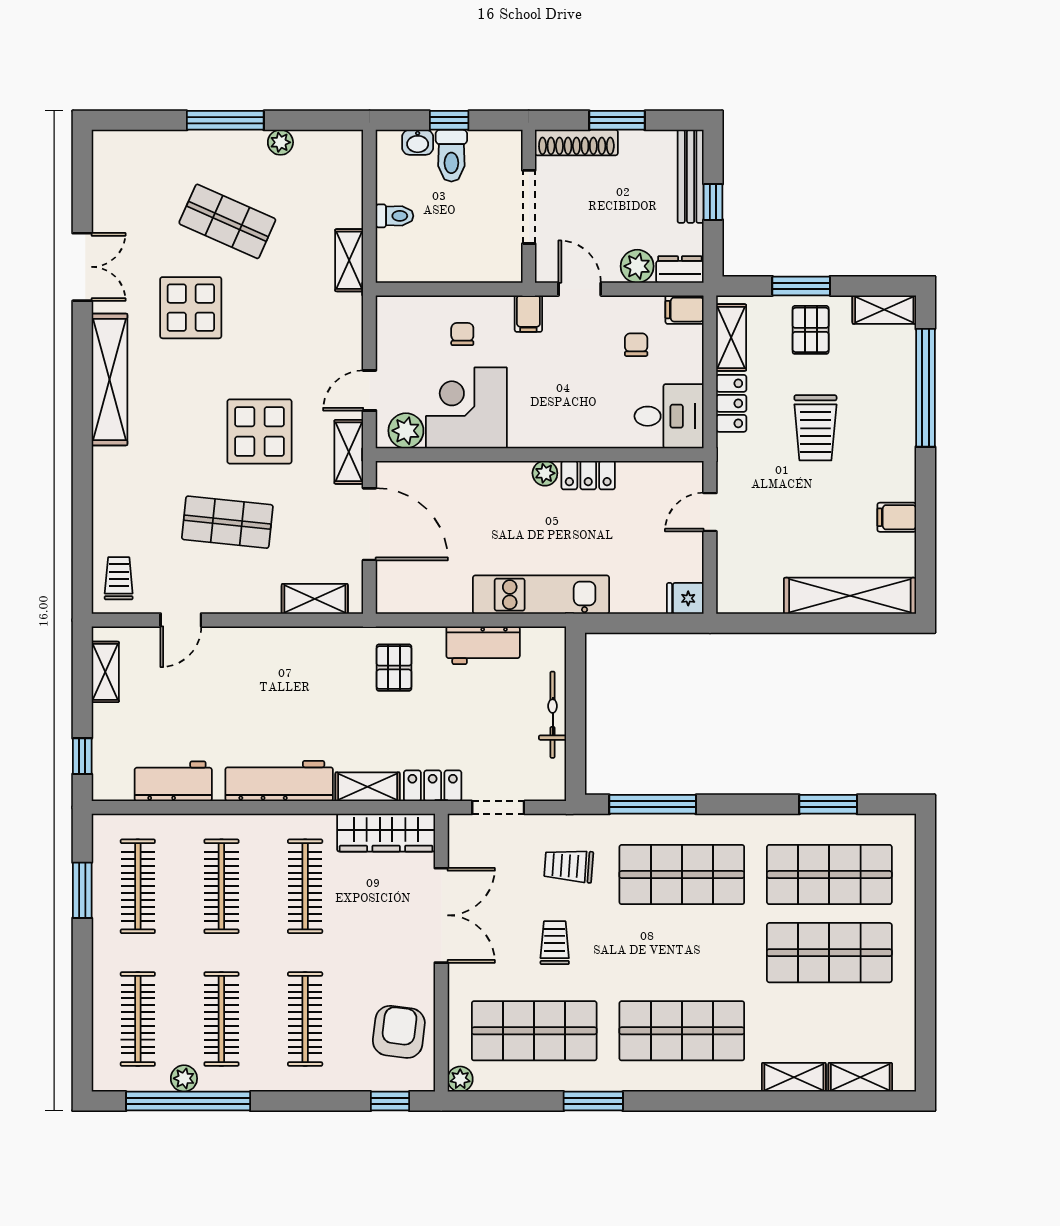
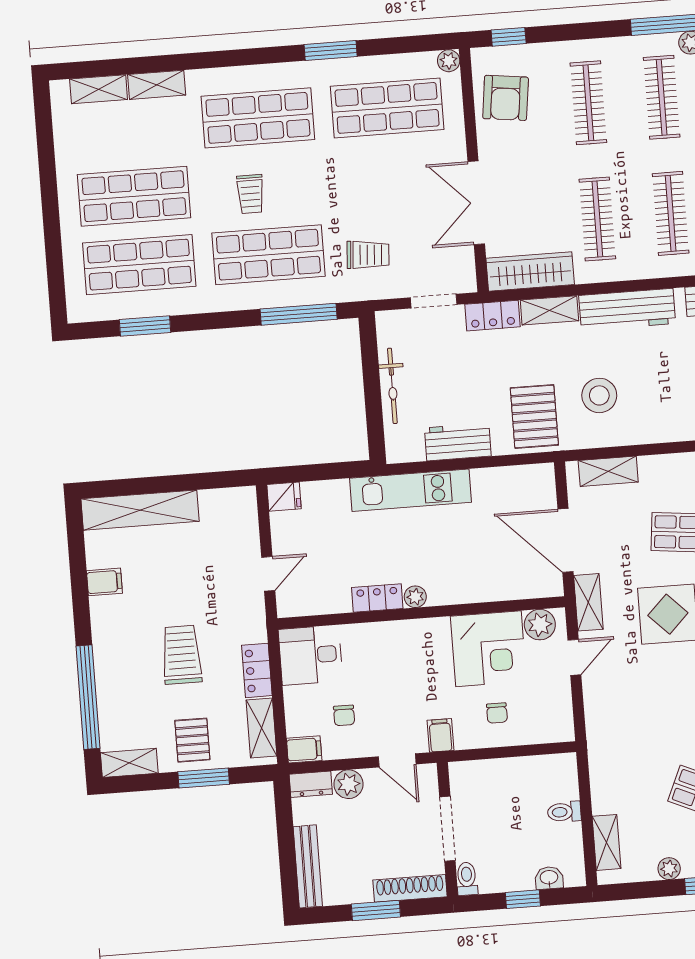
toilet: (451, 156) -> (467, 879), moved, width x0.73, depth x0.72
window: (713, 202) -> (286, 846), removed
shelving: (349, 260) -> (606, 842), moved
pallet: (394, 668) -> (534, 416), width x1.50, depth x1.42
stool: (318, 686) -> (599, 395), added
trolley: (555, 943) -> (251, 194), moved

